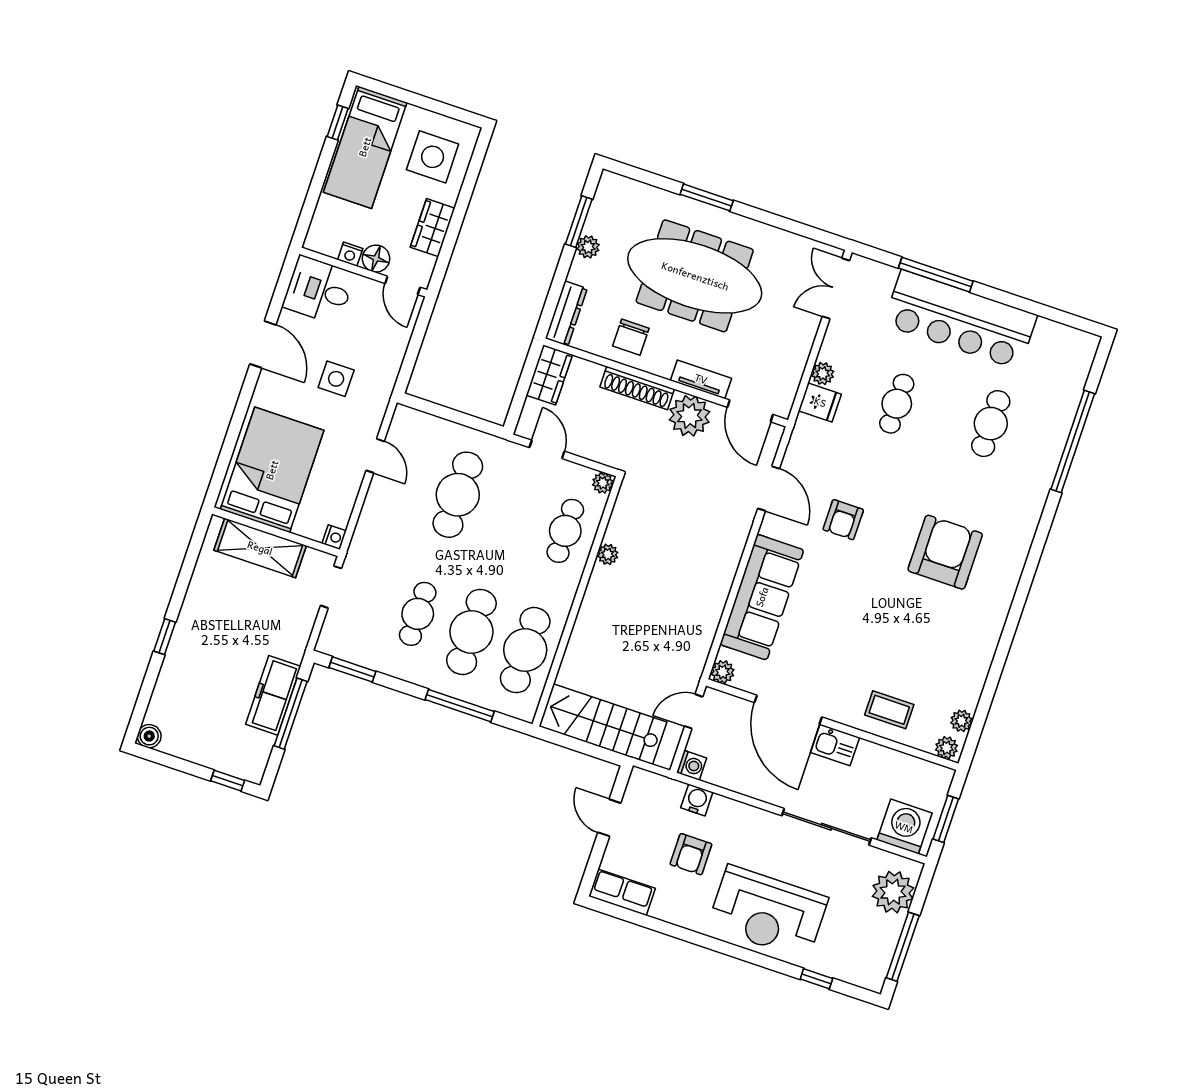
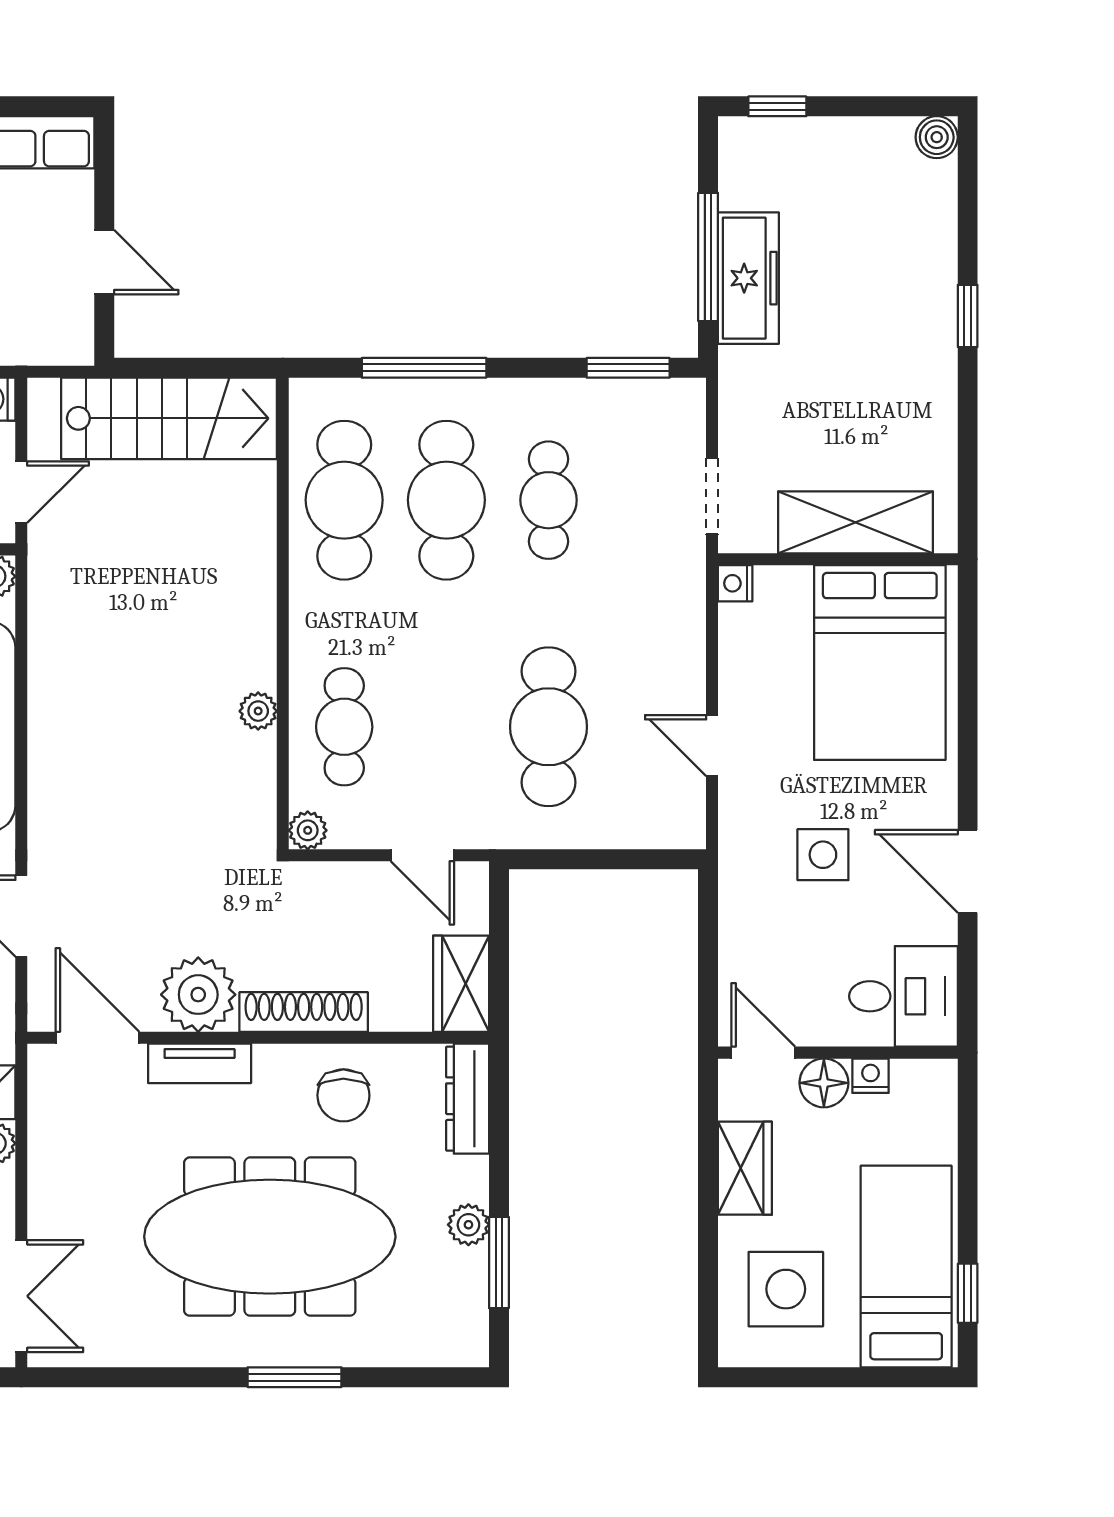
chair: (631, 337) -> (343, 1095), turned 180

